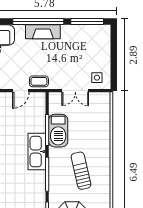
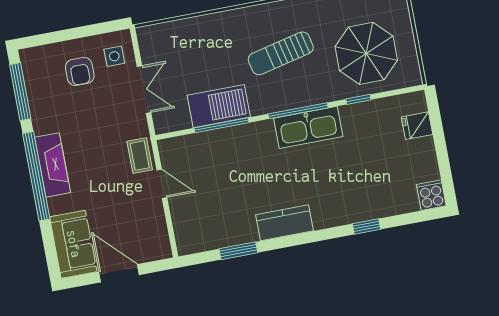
armchair: (92, 57) -> (80, 71), added
kitchen sink: (37, 152) -> (308, 127), moved

